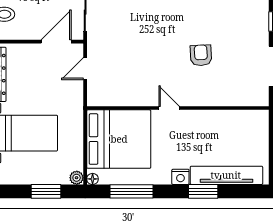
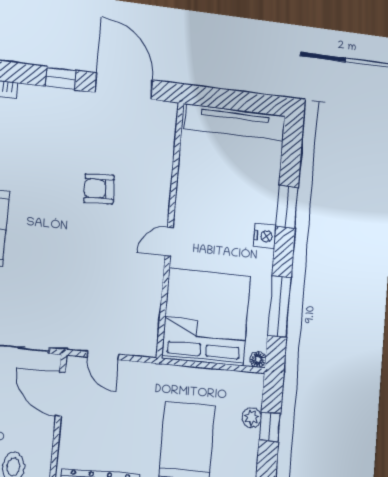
tv unit: (226, 175) -> (235, 122), moved, turned -90
plant: (77, 178) -> (252, 417), moved
window: (46, 191) -> (270, 427), width x0.67

